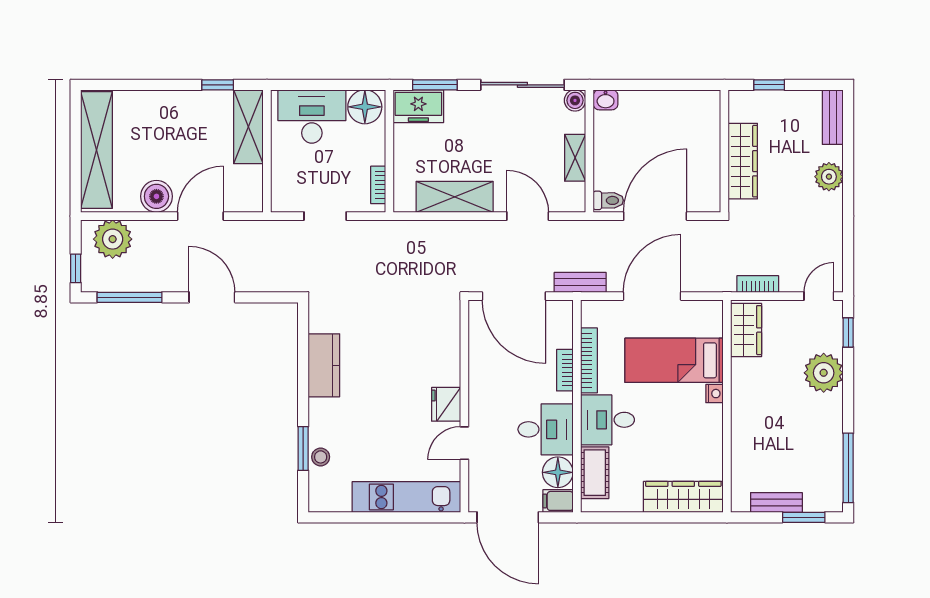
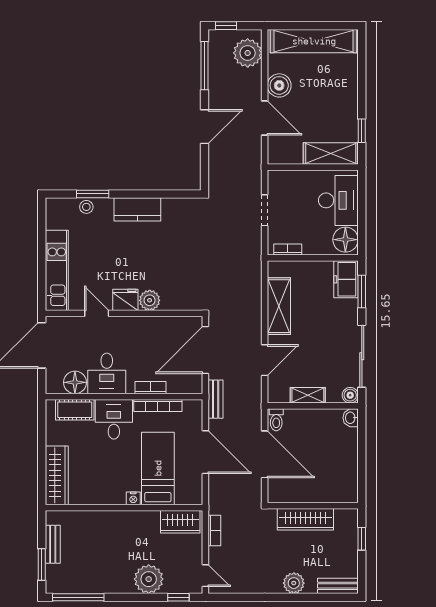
kitchen counter: (324, 365) -> (137, 209), moved
plant: (447, 372) -> (150, 300), added
filing cabinet: (558, 501) -> (54, 383), removed

